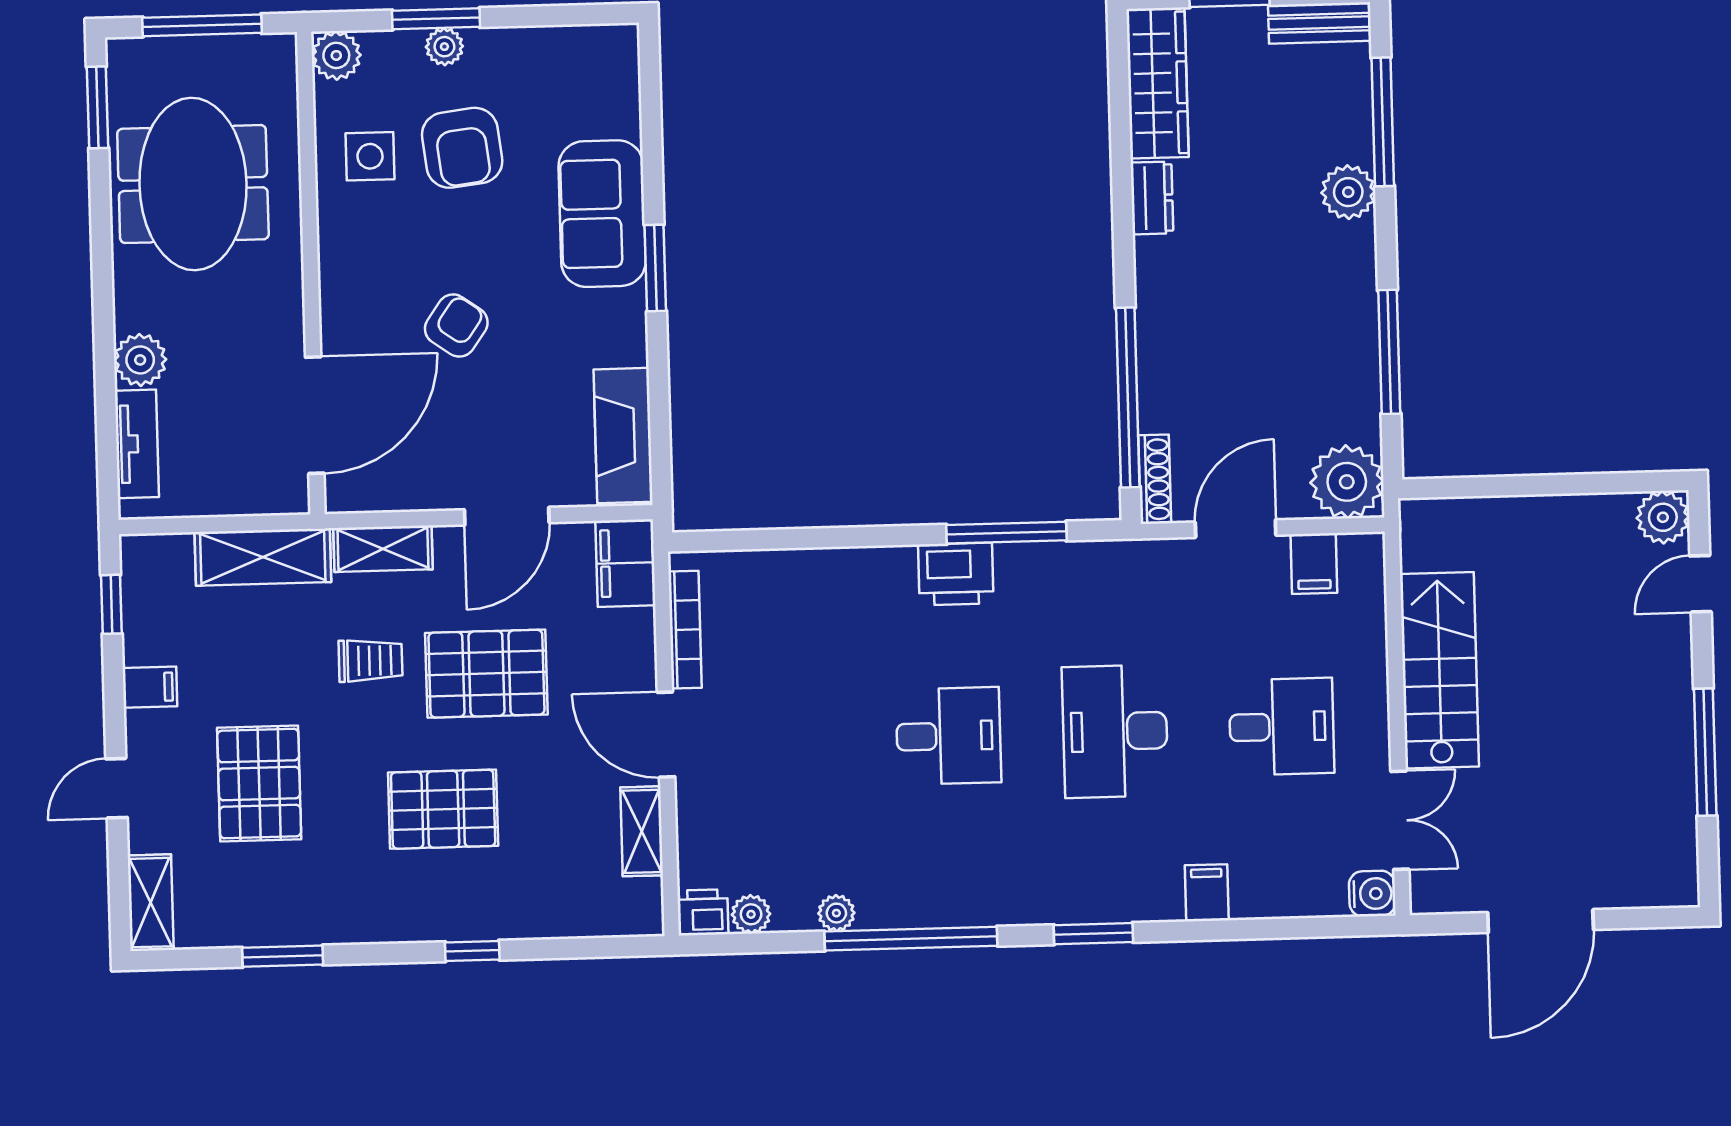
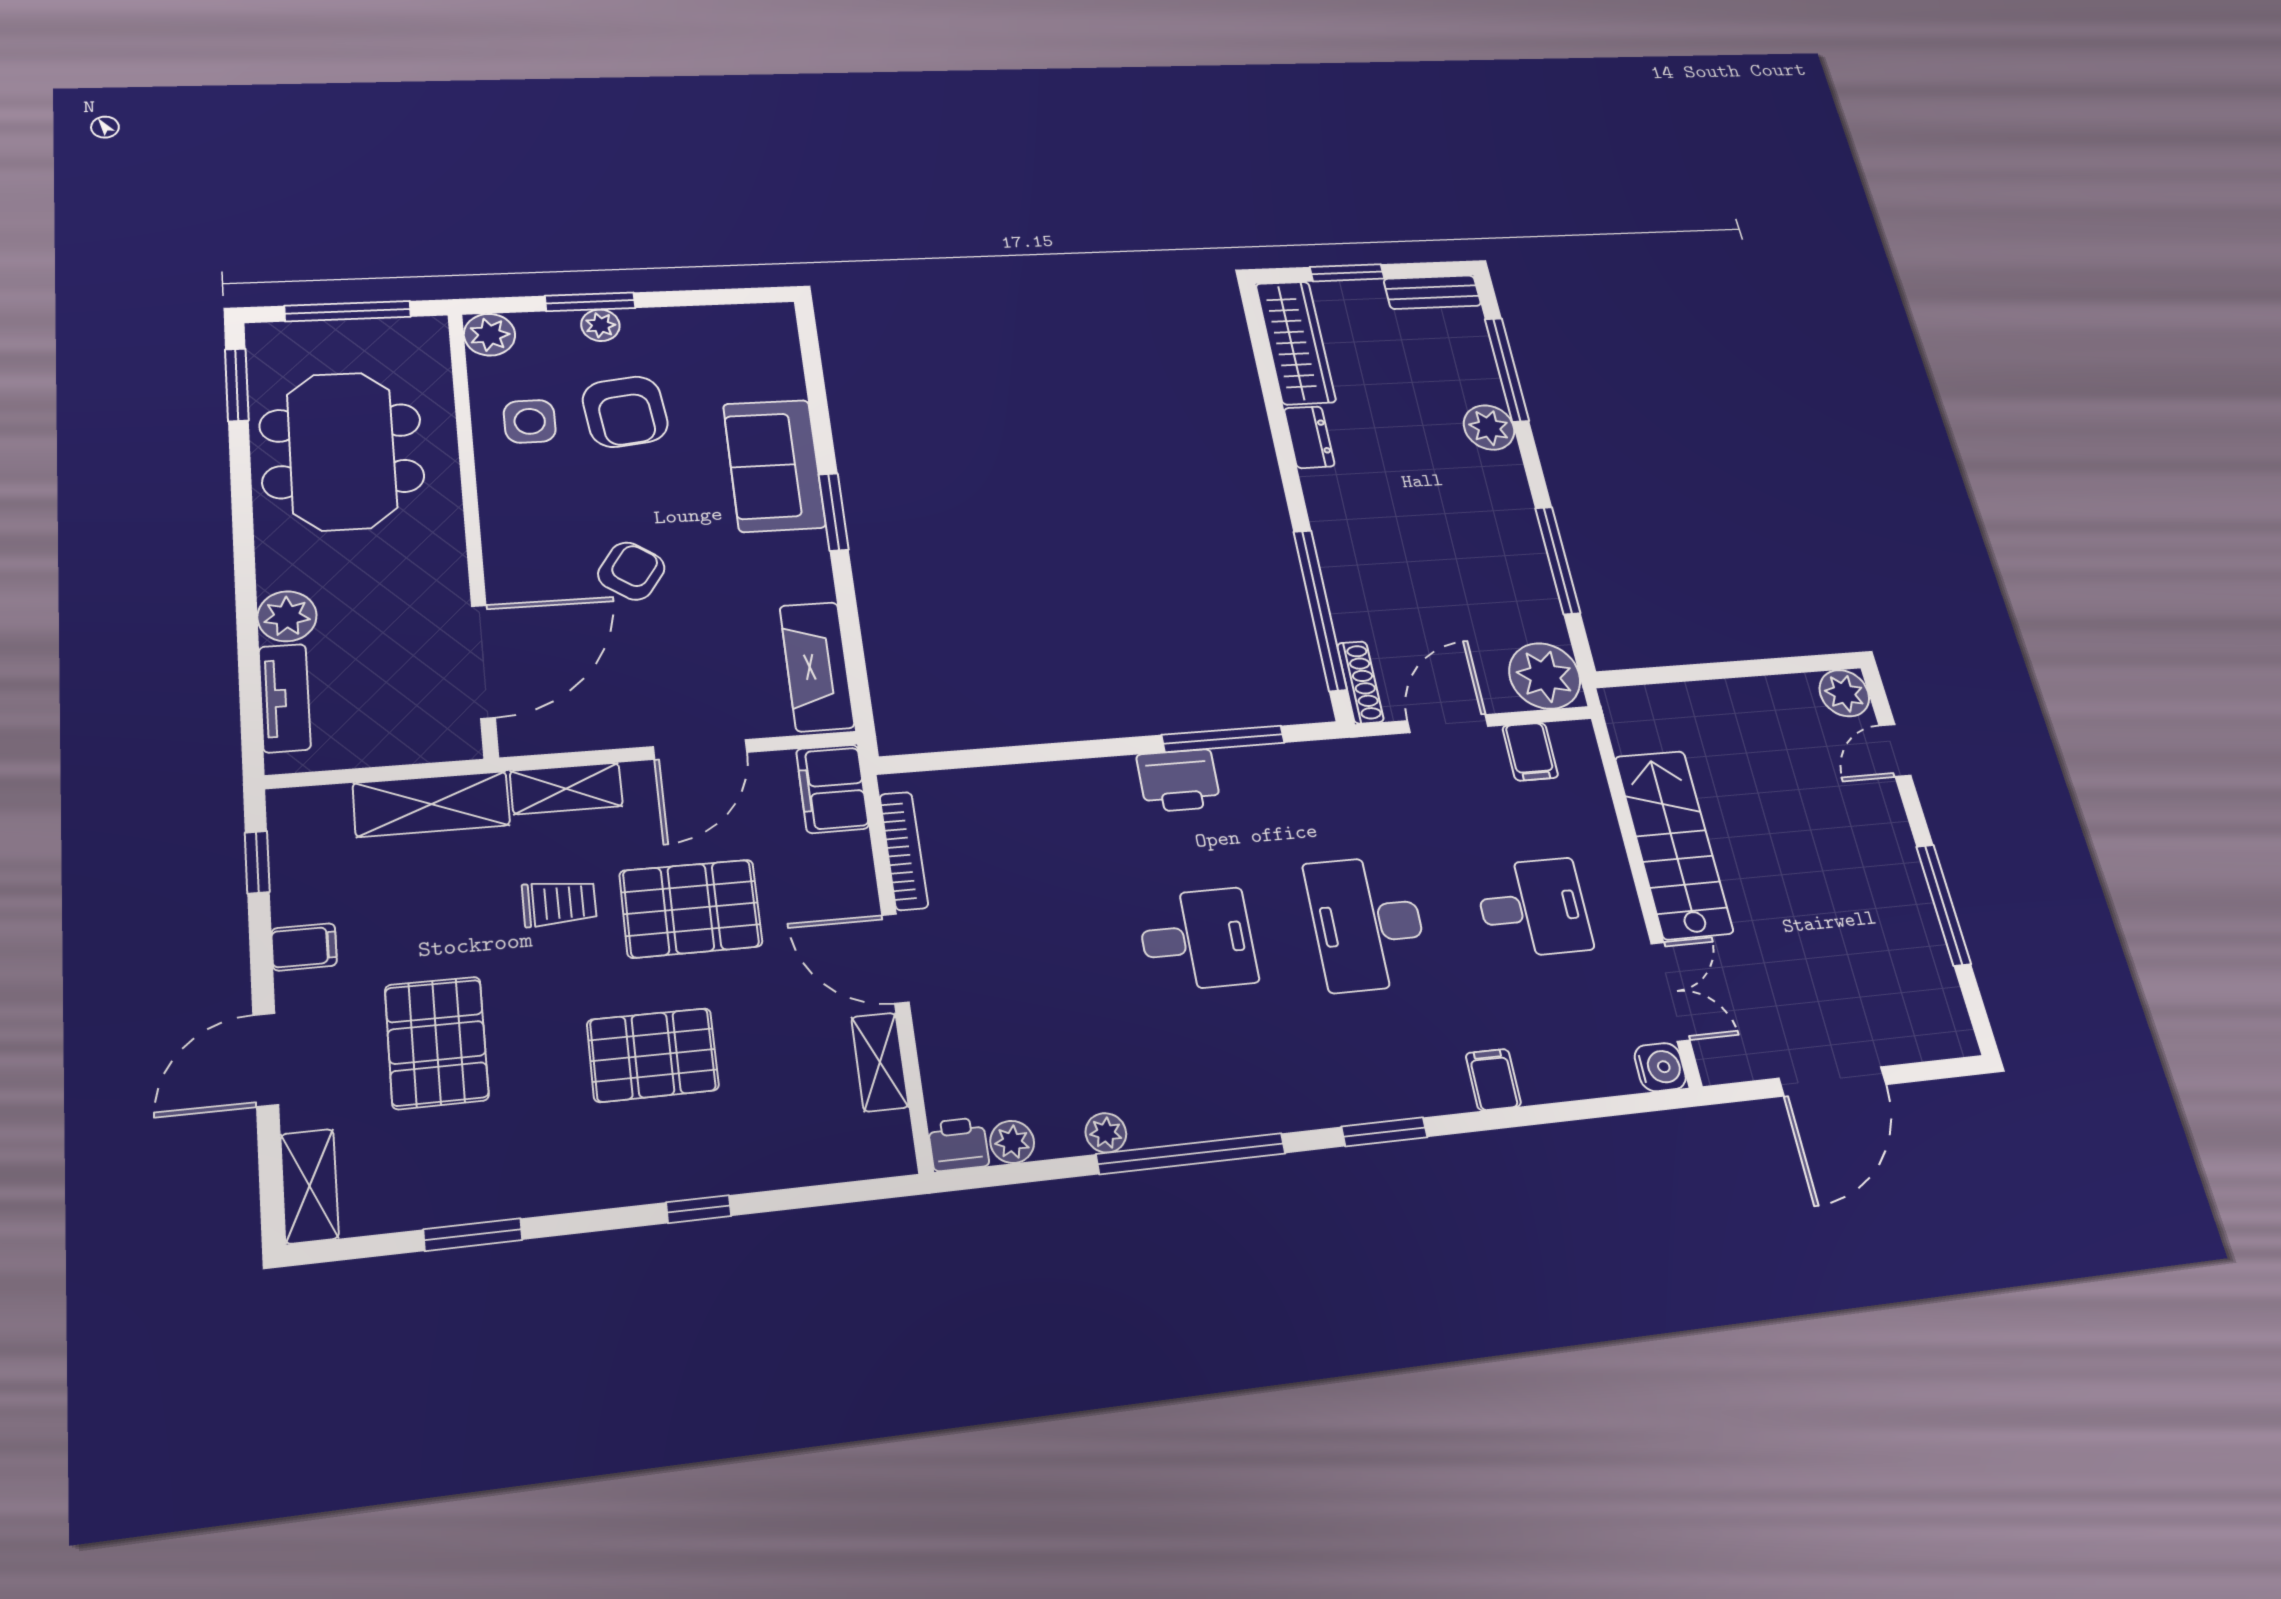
door: (117, 788) -> (266, 1060), width x1.38

